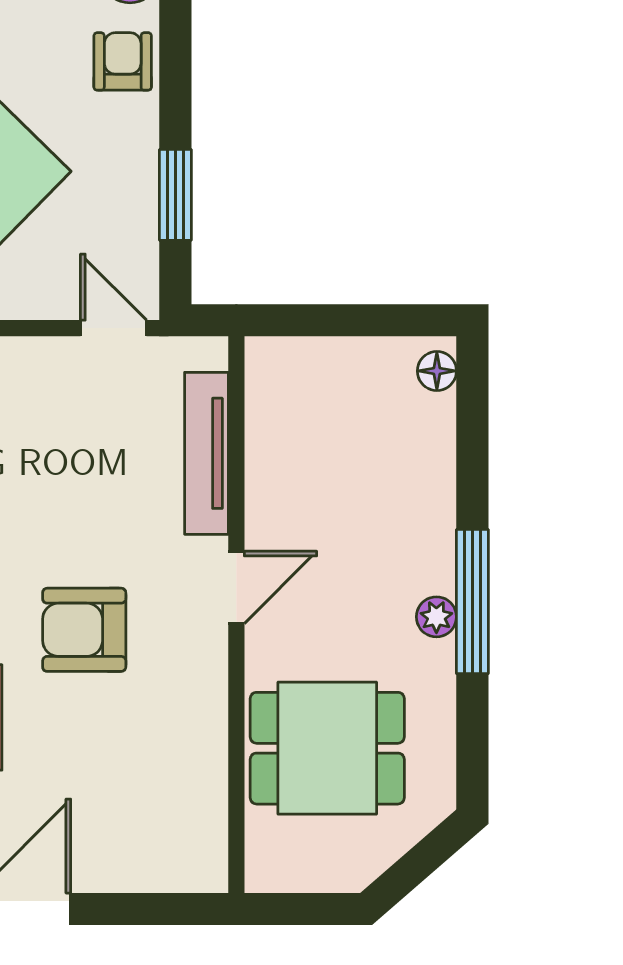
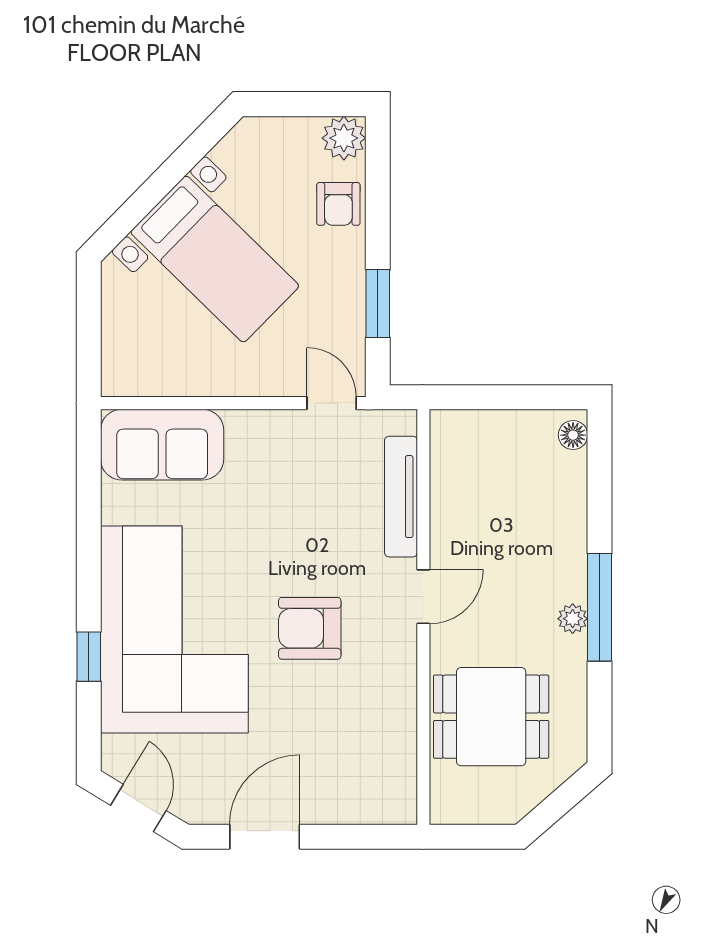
armchair: (123, 61) -> (338, 204), turned 180

